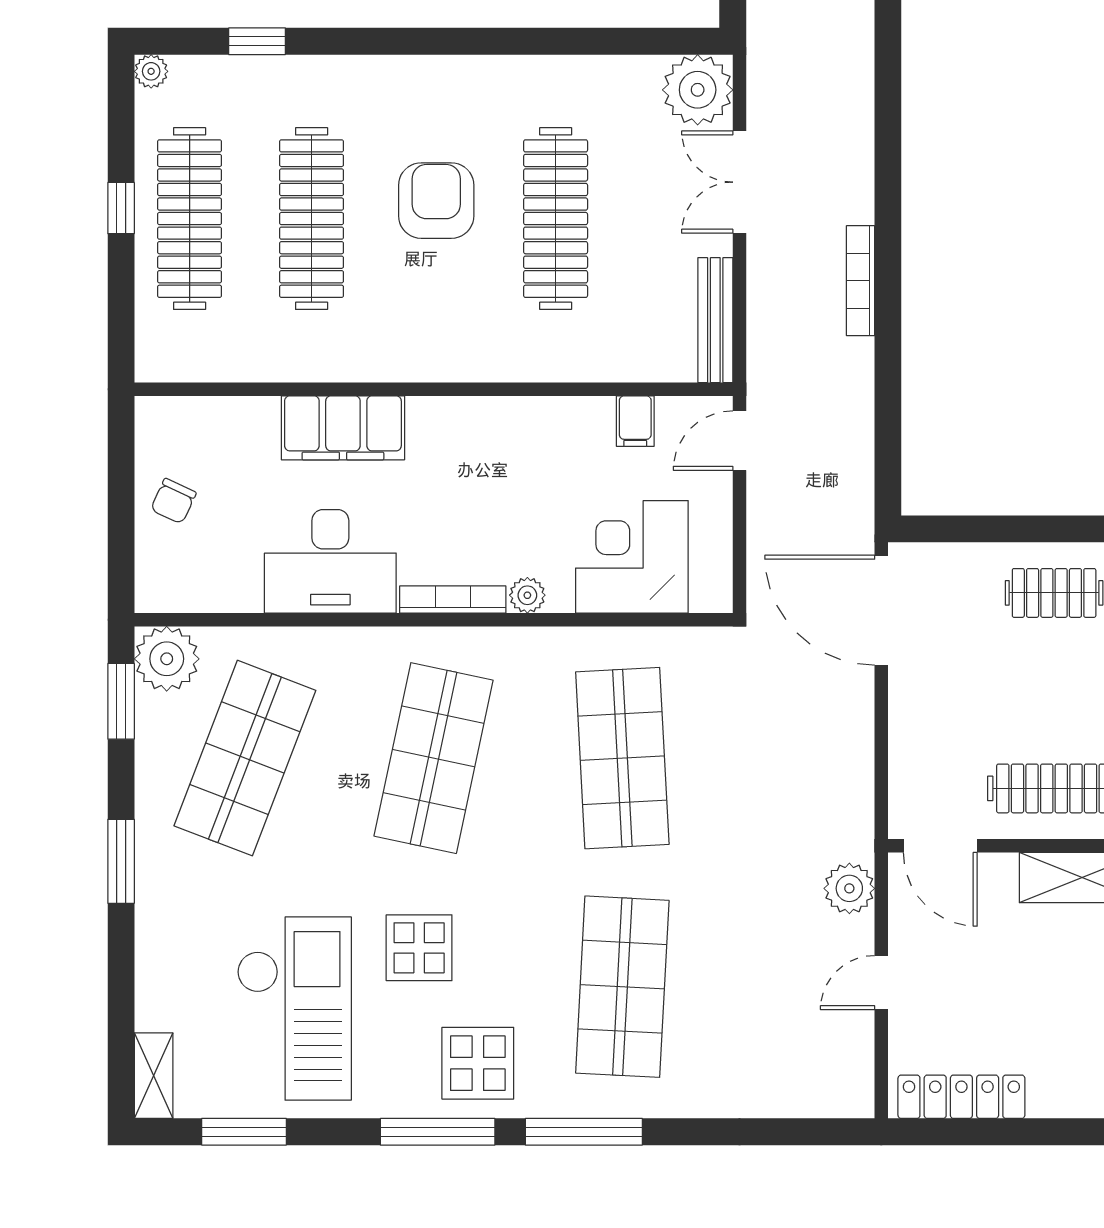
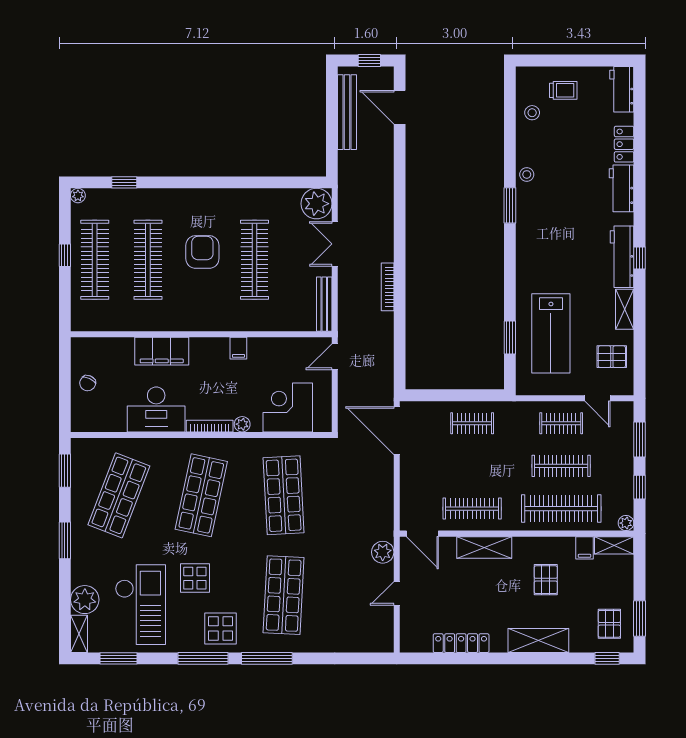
filing cabinet: (635, 421) -> (238, 348), moved
plant: (167, 659) -> (85, 600), moved
locker: (961, 1097) -> (461, 643), moved

